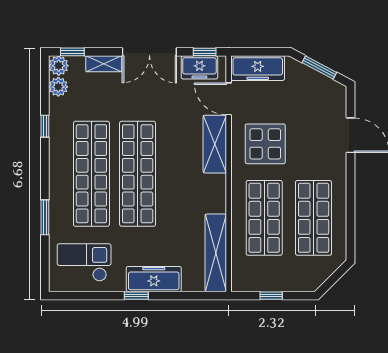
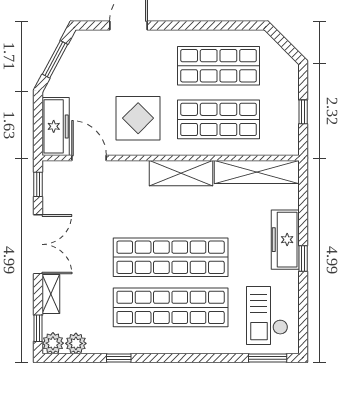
freezer: (199, 67) -> (55, 190), removed
door: (229, 99) -> (89, 158), swing flipped
shelving: (215, 144) -> (181, 173), moved
window: (45, 217) -> (268, 358), moved

